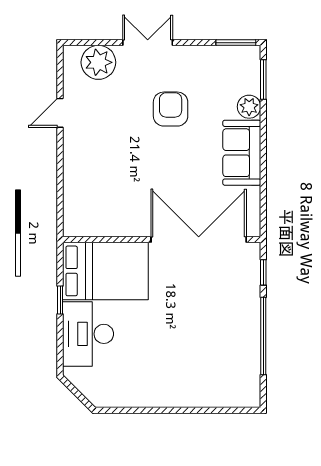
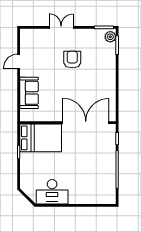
plant: (98, 62) -> (37, 37), removed
plant: (249, 107) -> (110, 37), moved
sofa: (242, 153) -> (29, 93), moved, turned 180
desk: (88, 334) -> (52, 192), moved, turned -90

